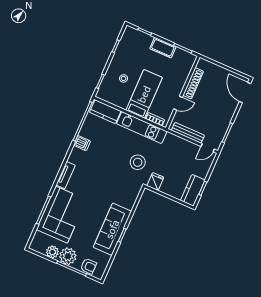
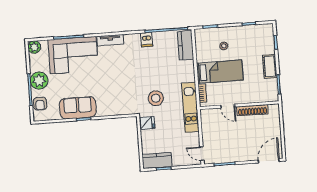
kitchen unit: (142, 128) -> (190, 107), moved
bench: (188, 133) -> (206, 129), removed
sofa: (112, 229) -> (78, 108), width x0.73
plant: (52, 252) -> (34, 47), moved

